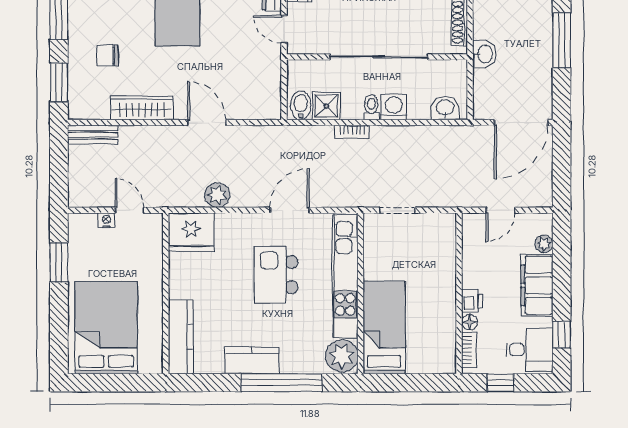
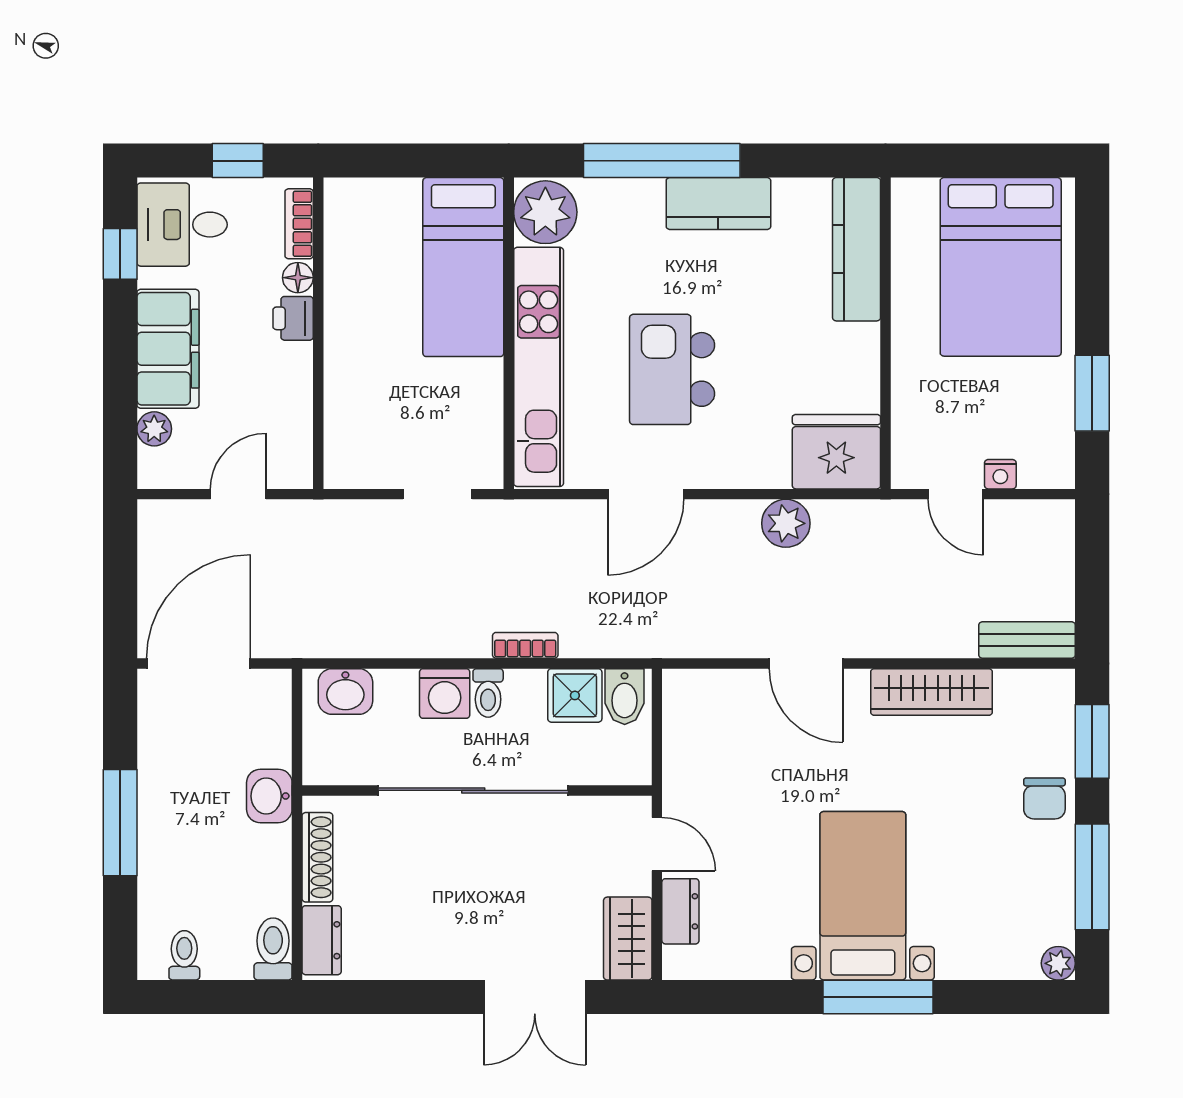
chair: (107, 55) -> (1044, 798), moved, turned 90
kitchen island: (276, 275) -> (672, 369), turned 180

